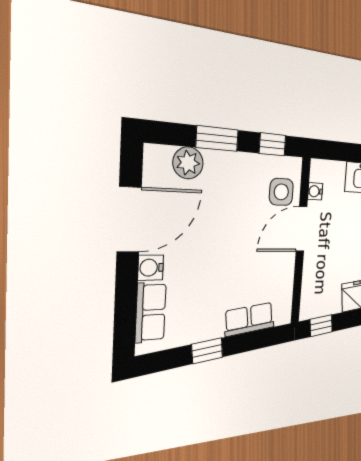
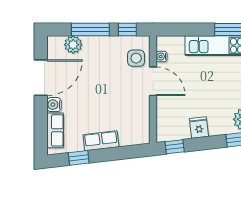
window: (217, 139) -> (90, 29), width x1.44
door: (301, 229) -> (153, 81), swing flipped
row of seats: (249, 319) -> (101, 141), moved
window: (207, 351) -> (79, 158), moved

